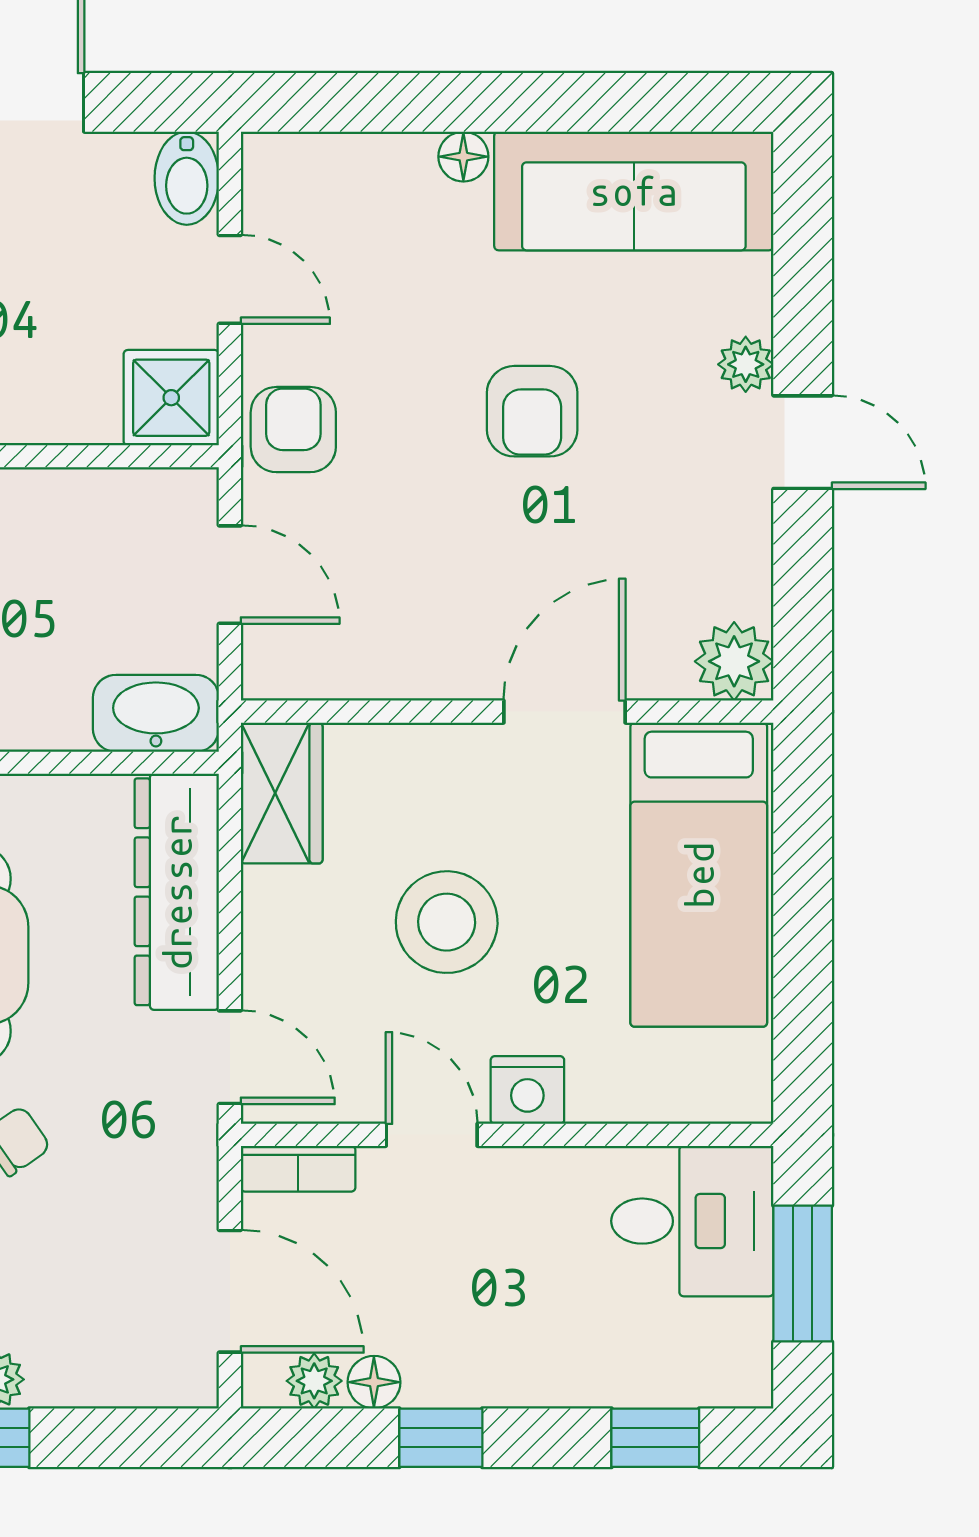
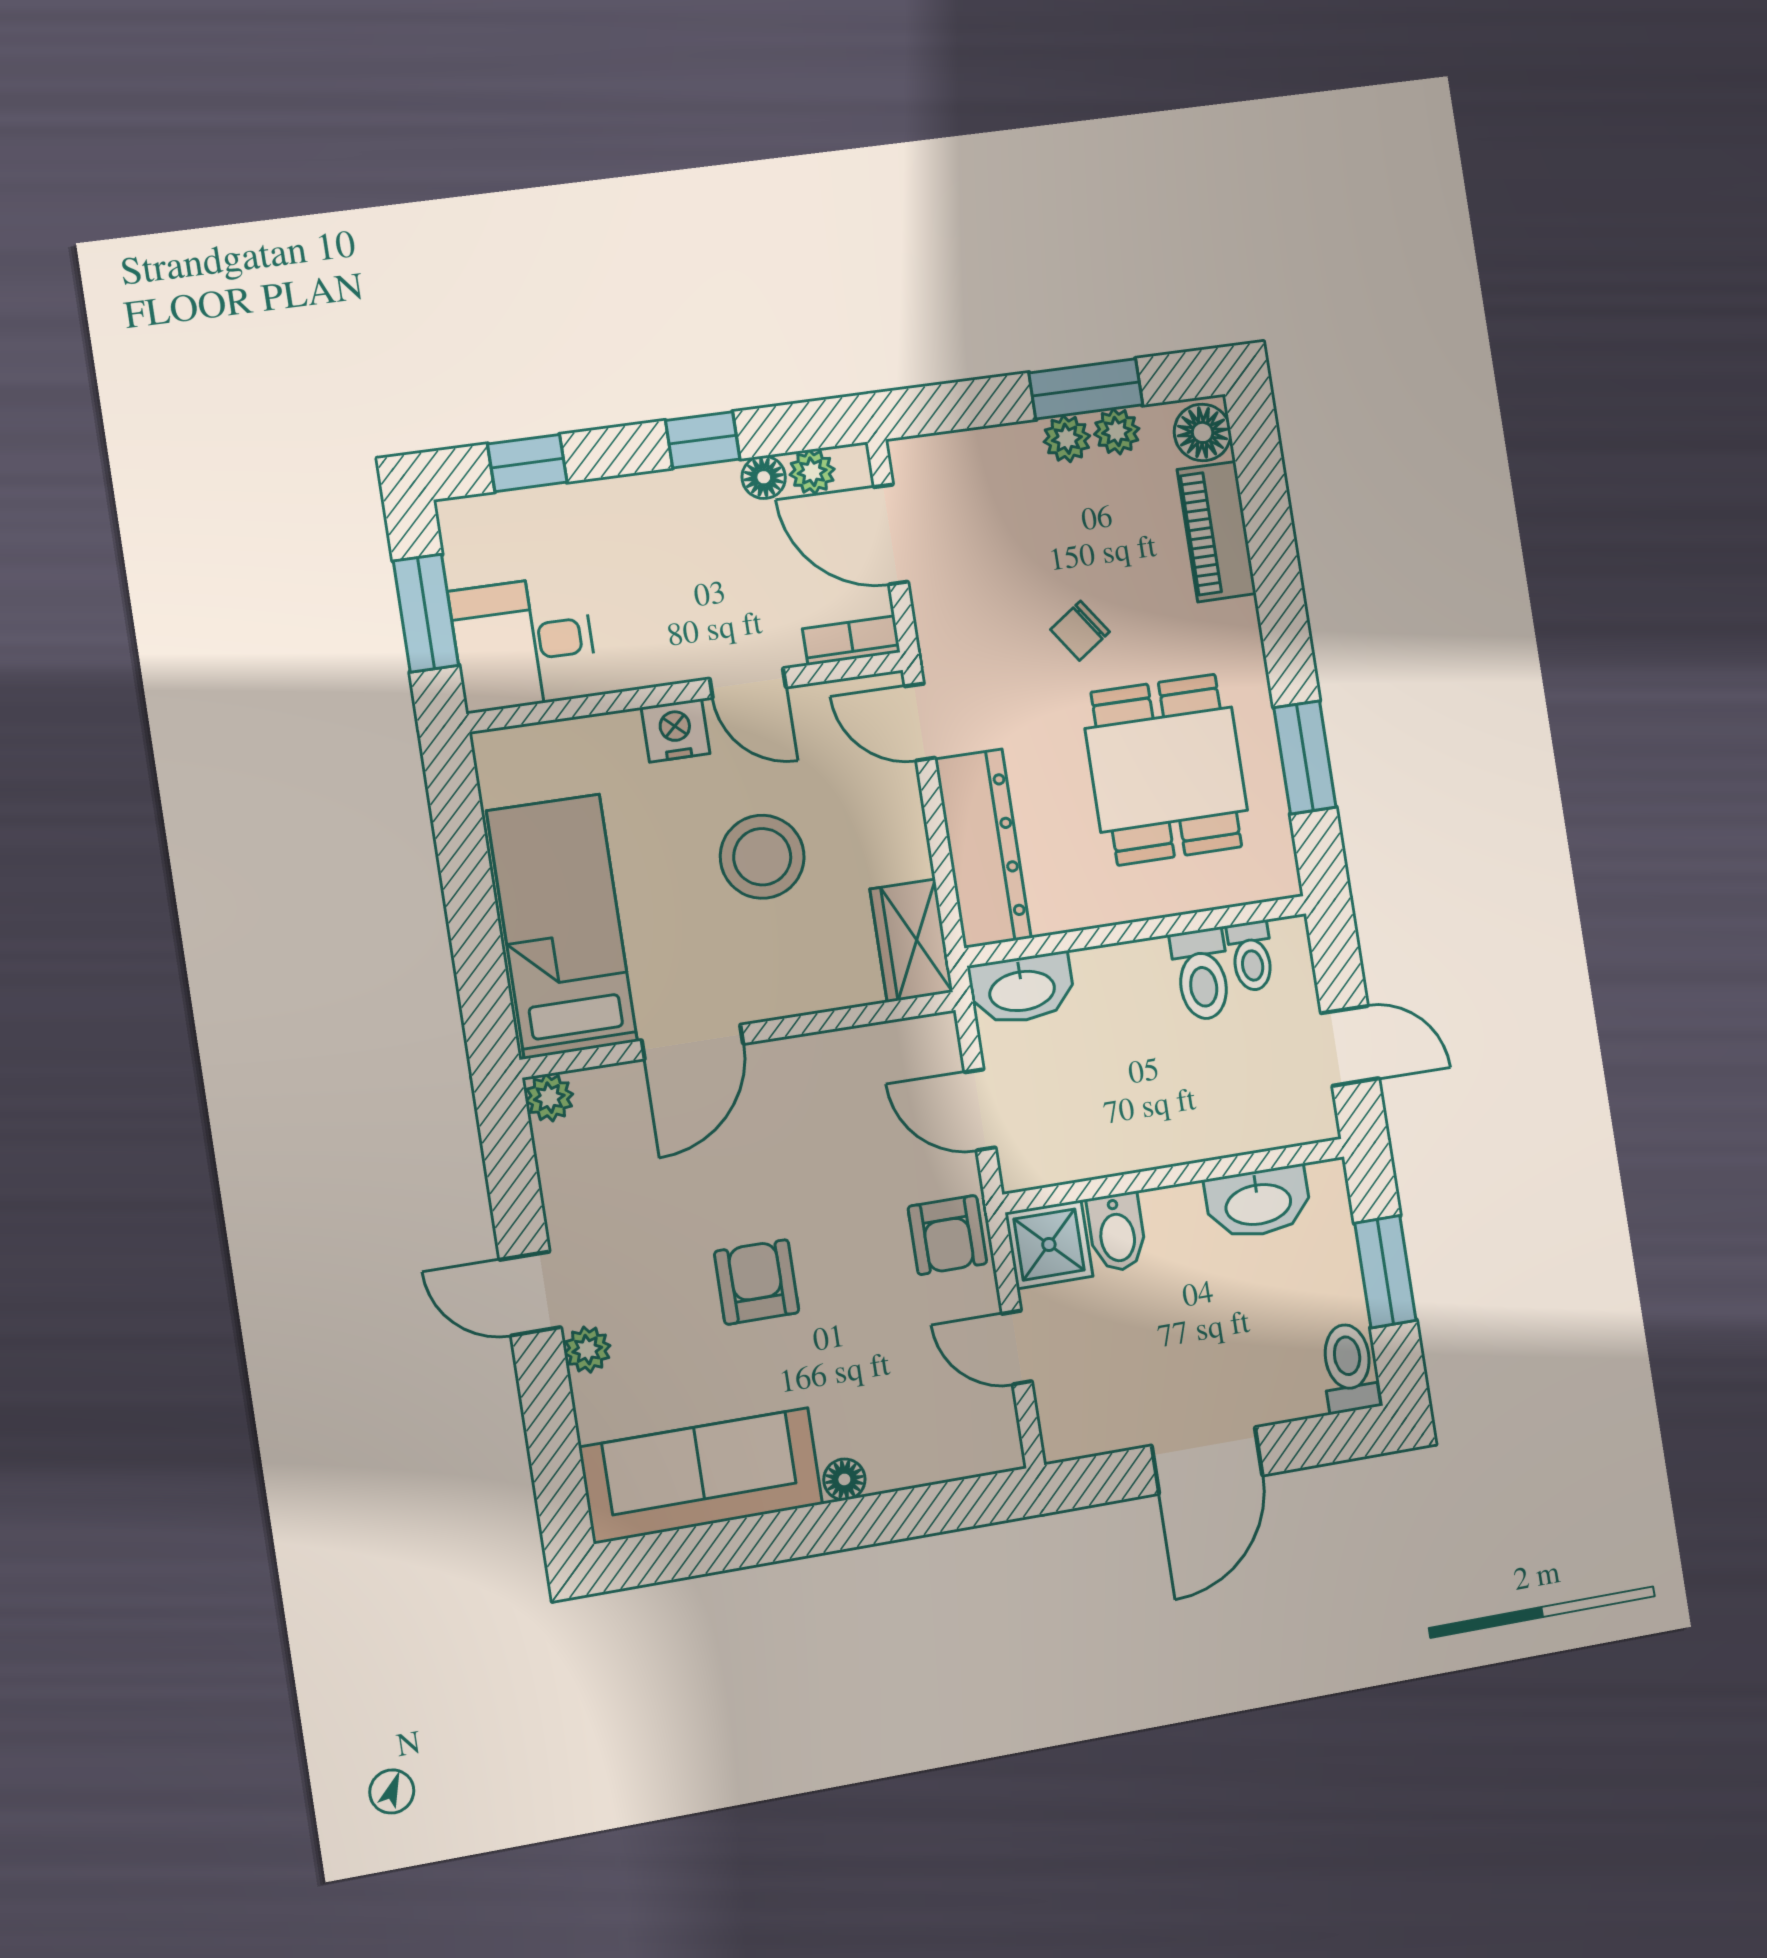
bidet: (187, 178) -> (1117, 1232), moved, turned 180
plant: (734, 661) -> (549, 1098), width x0.73, depth x0.73

